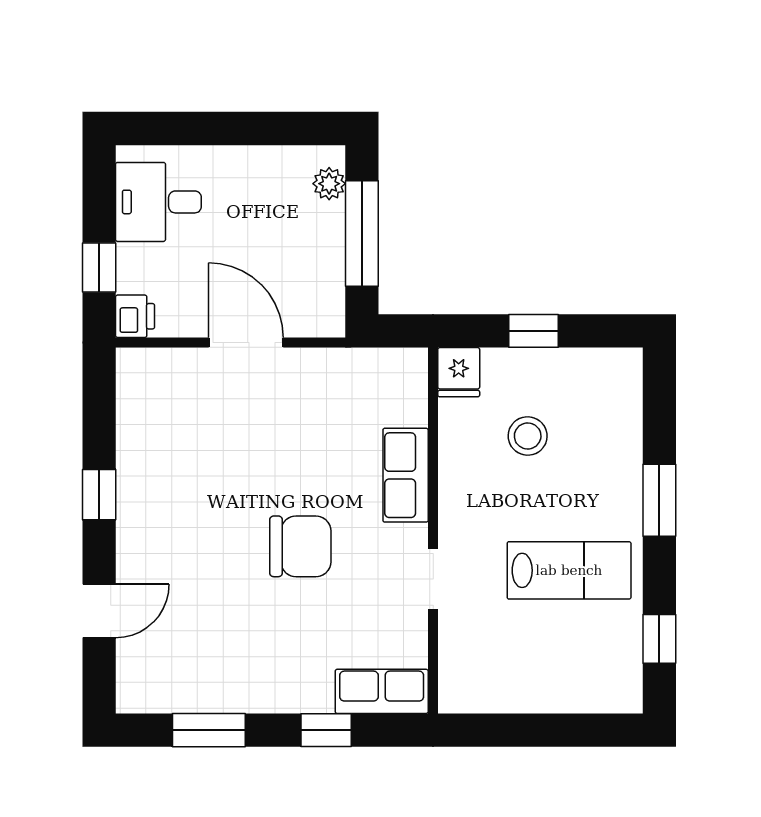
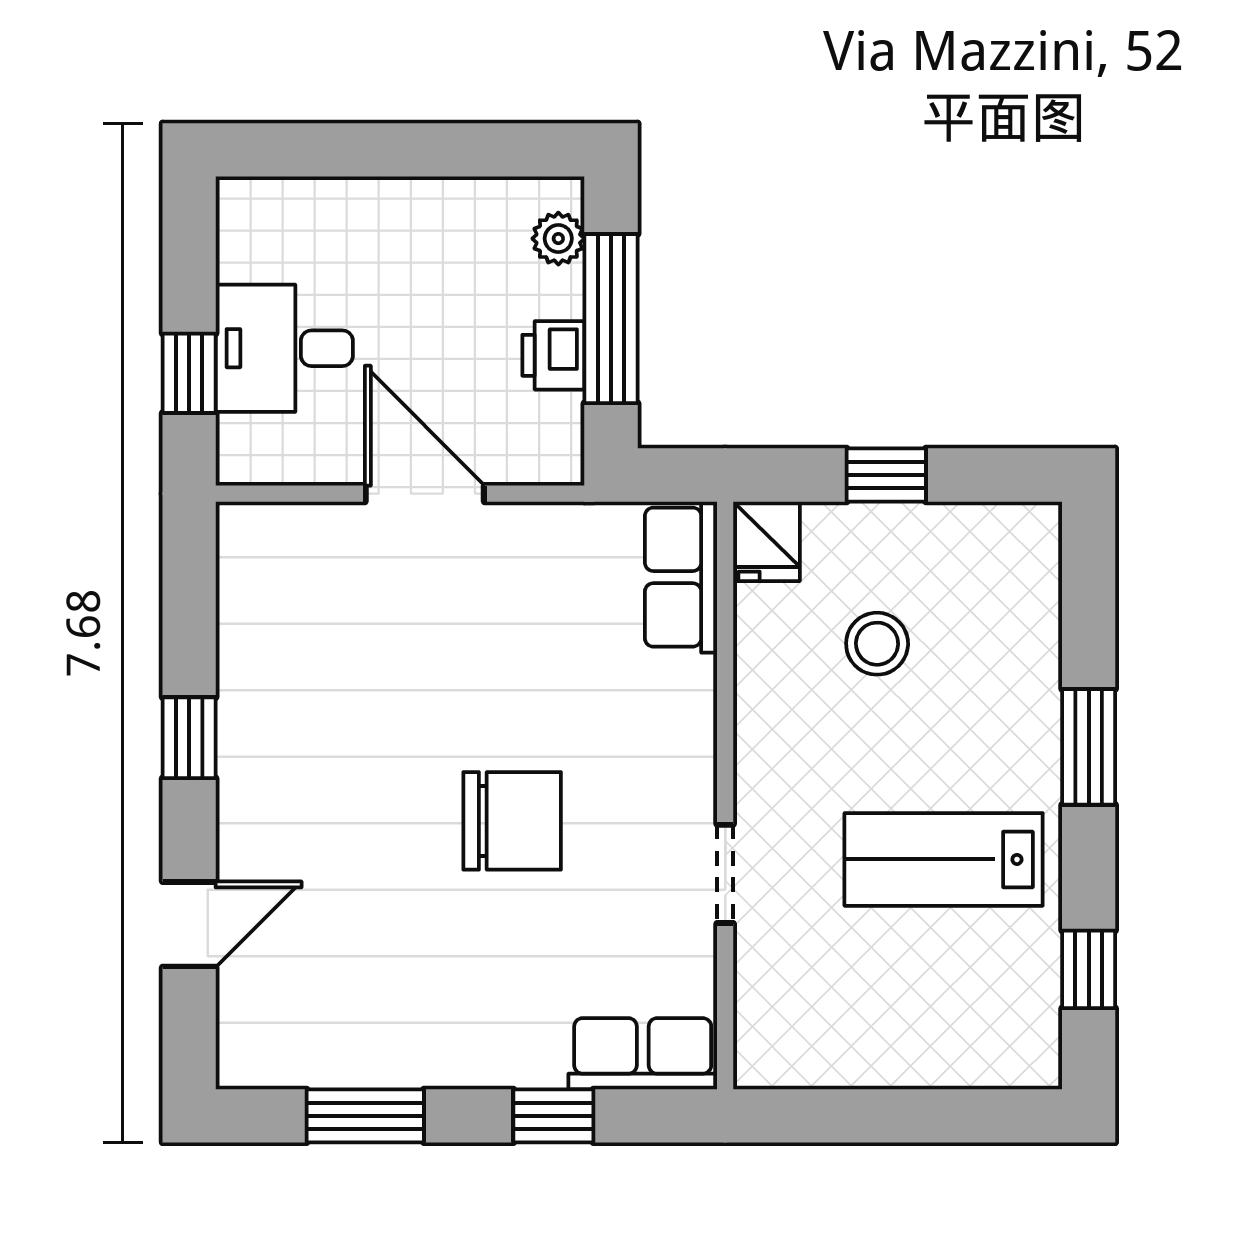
desk: (158, 202) -> (284, 348), moved
printer: (135, 316) -> (553, 355), moved, turned 180
row of seats: (406, 475) -> (681, 577), moved
lab bench: (569, 570) -> (944, 859), turned 180

